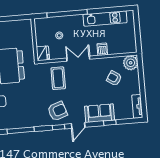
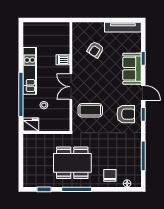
kitchen unit: (105, 18) -> (30, 71), moved
fridge: (43, 53) -> (31, 125), moved
plant: (131, 63) -> (80, 30), removed
tv unit: (137, 106) -> (123, 27), width x1.41
armchair: (57, 111) -> (126, 114), turned 109

